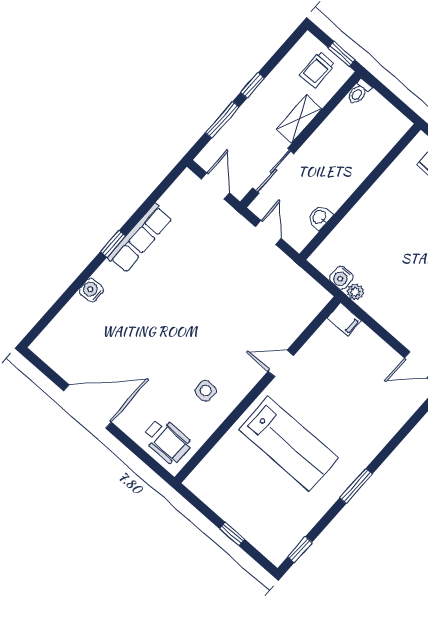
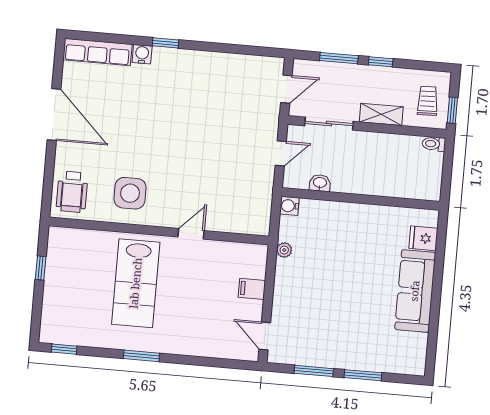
trolley: (317, 70) -> (428, 101), turned 88
row of seats: (140, 238) -> (97, 52), moved
window: (113, 244) -> (165, 43), moved
water cooler: (341, 278) -> (289, 206), moved
filing cabinet: (344, 319) -> (252, 289), moved, turned 90
door: (281, 363) -> (191, 234), hinge flipped
side table: (206, 391) -> (130, 193), width x1.87, depth x1.87
window: (232, 534) -> (41, 268), moved

